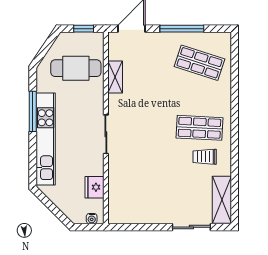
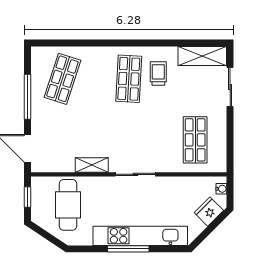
shelving: (115, 77) -> (92, 165), moved
window: (33, 111) -> (128, 249), moved
trolley: (205, 157) -> (158, 73), turned 180
fridge: (94, 187) -> (209, 212), moved, turned 135
shop shelf: (140, 193) -> (195, 140), added

